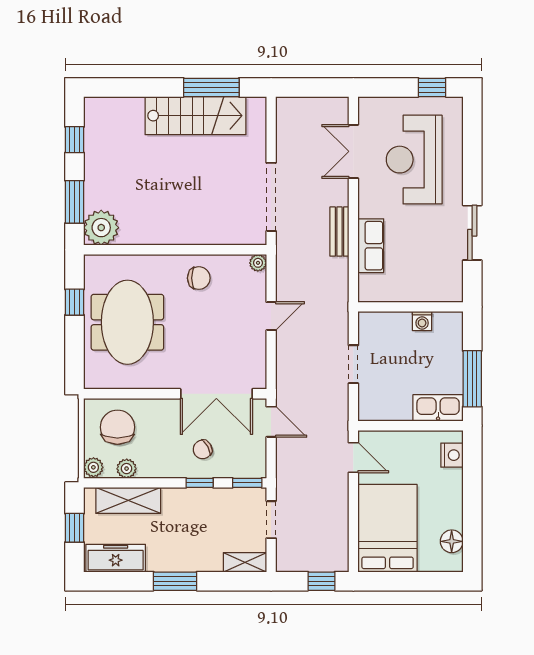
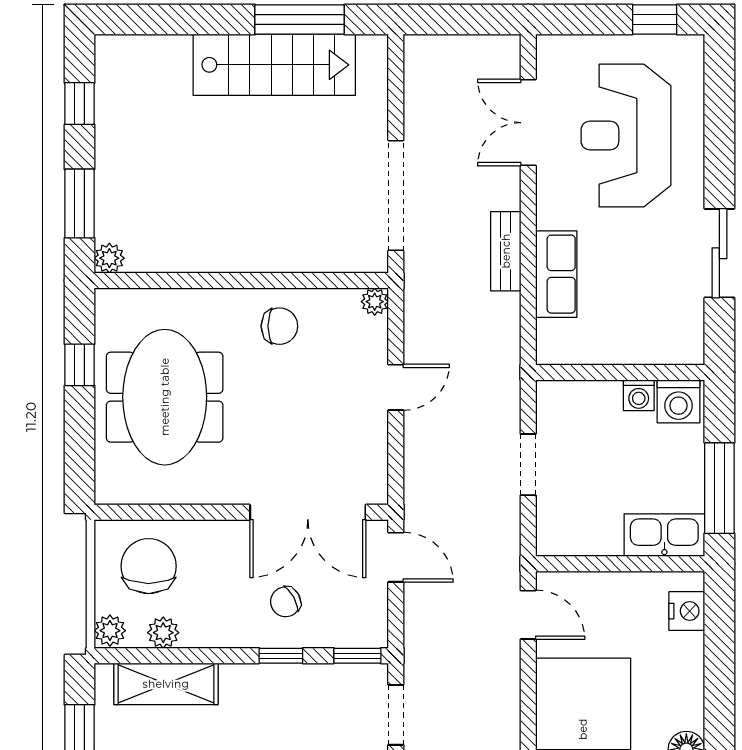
plant: (101, 228) -> (109, 258), width x0.53, depth x0.53
washing machine: (447, 325) -> (679, 401), added

